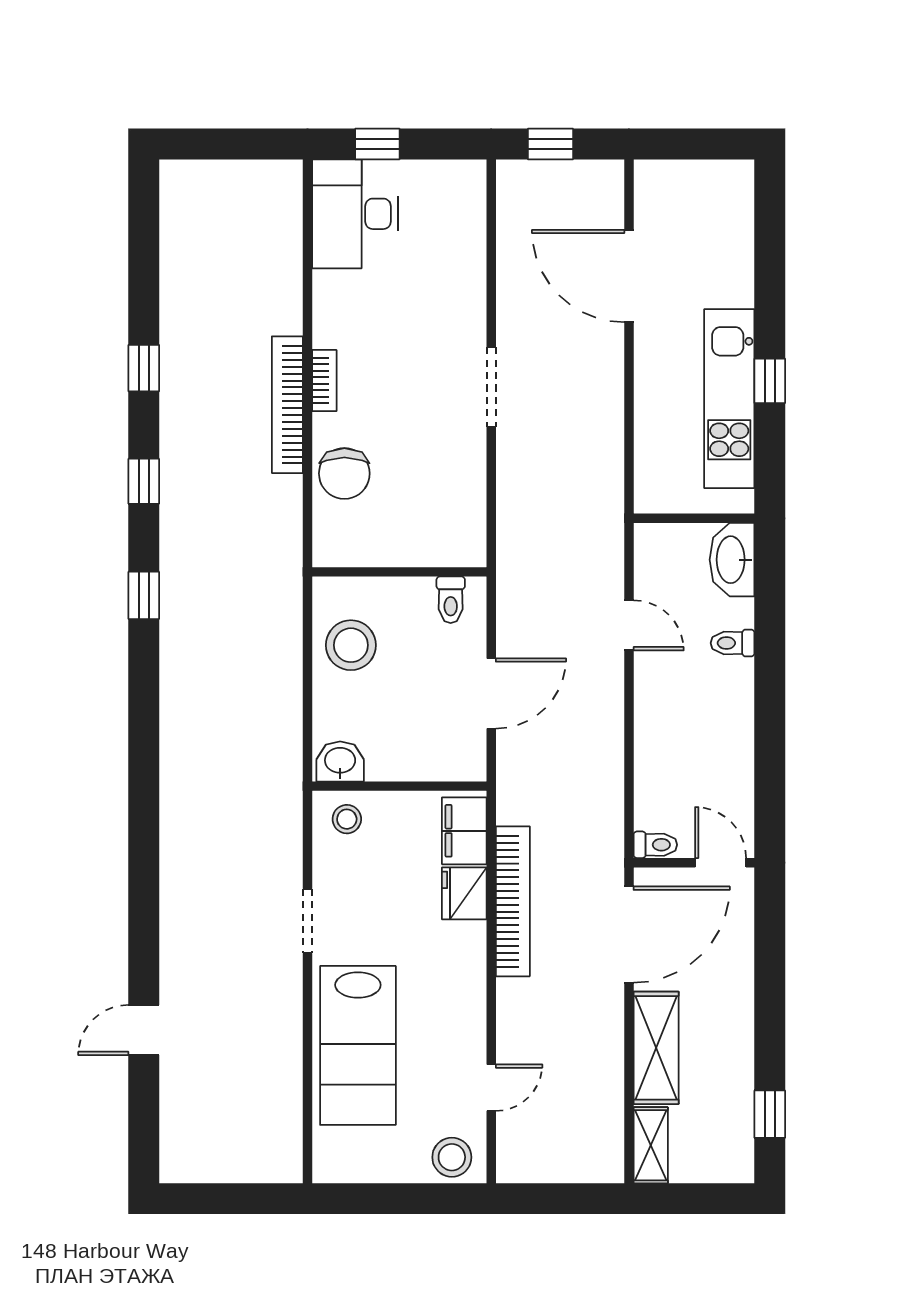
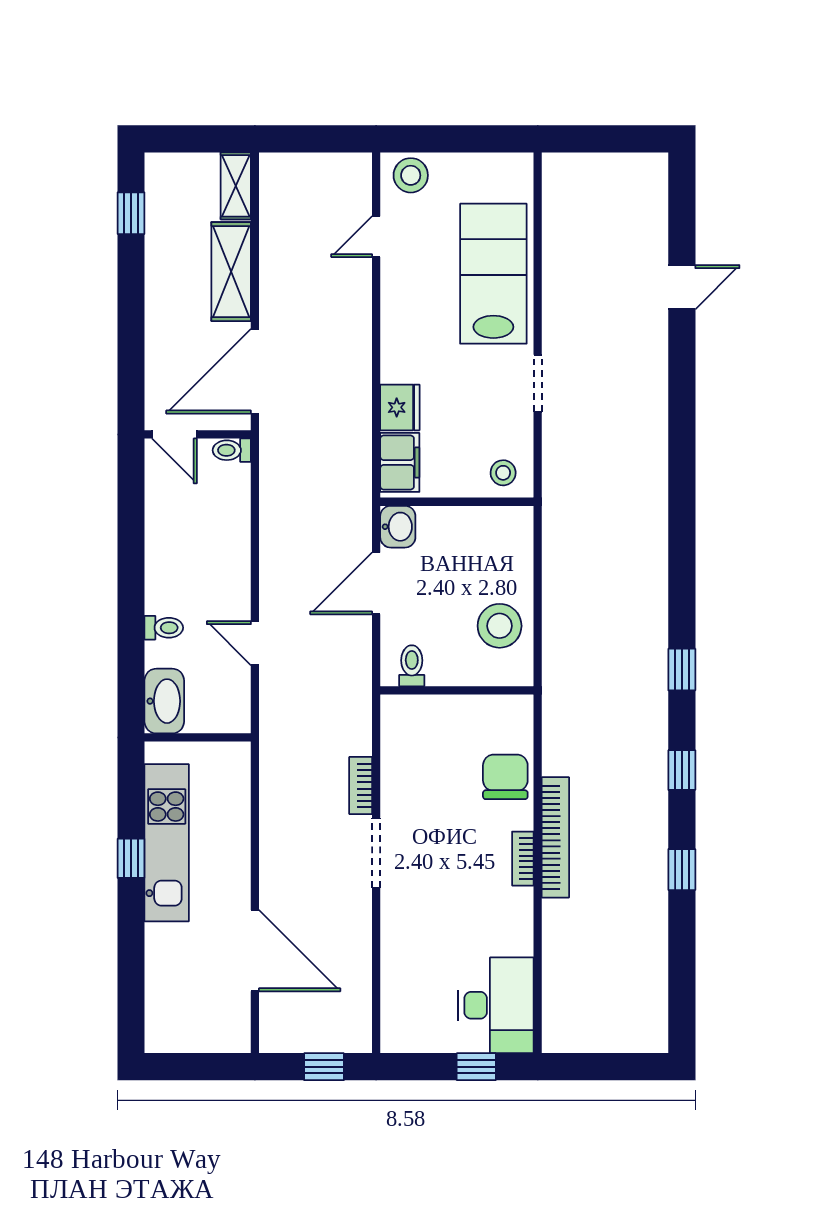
washbasin: (340, 761) -> (398, 527), moved, turned -90
bookcase: (513, 901) -> (361, 786), moved, width x0.43, depth x0.76

